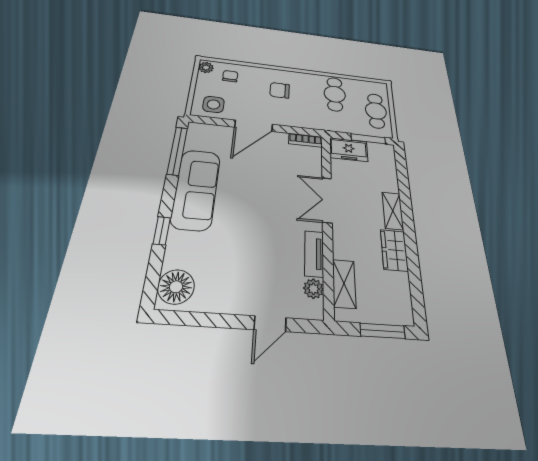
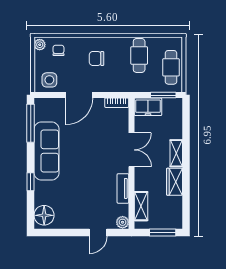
double door: (327, 200) -> (132, 150), swing flipped
plant: (313, 289) -> (123, 222), moved

